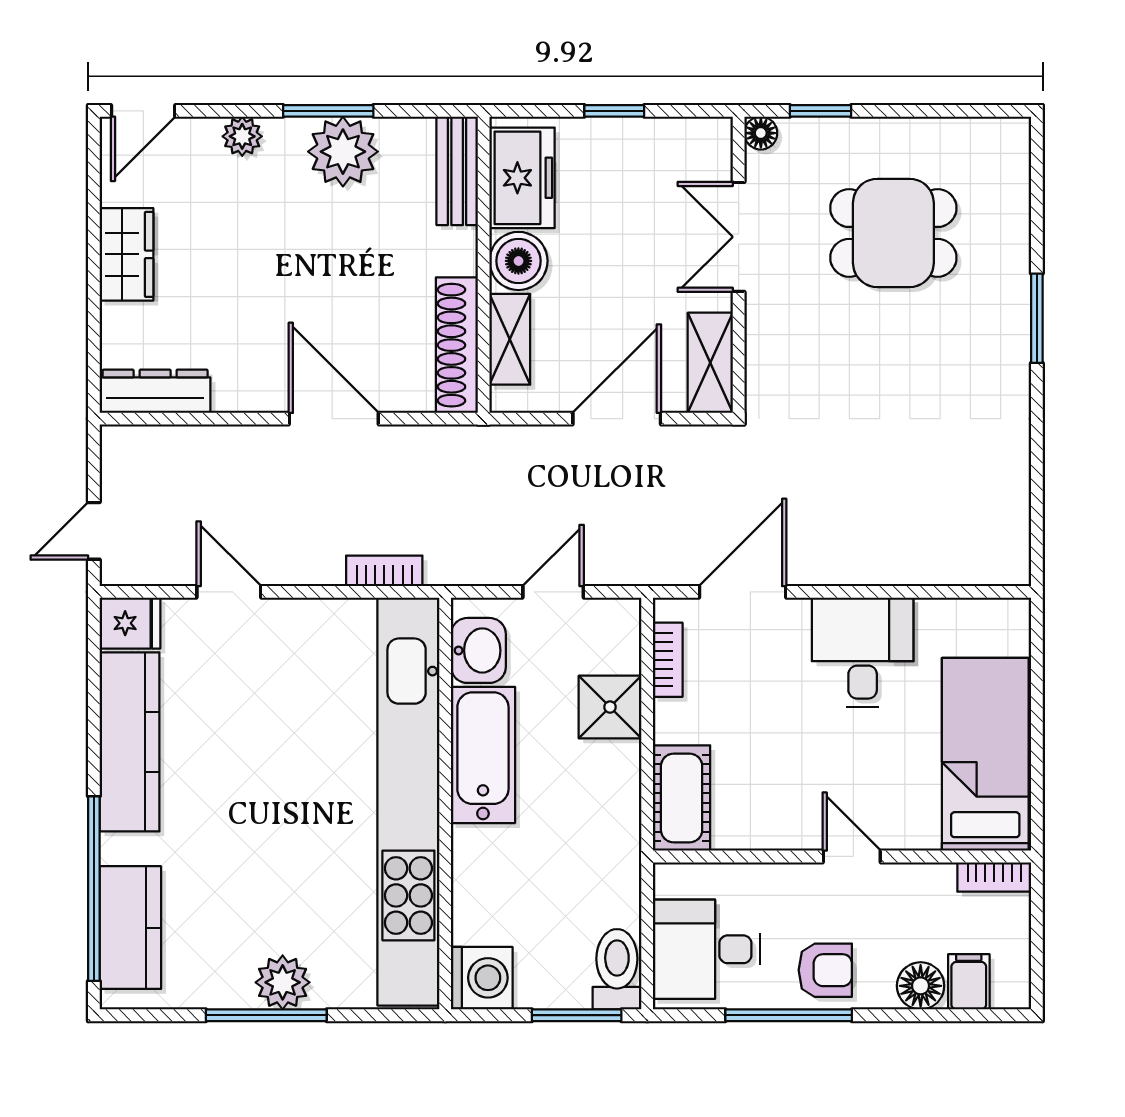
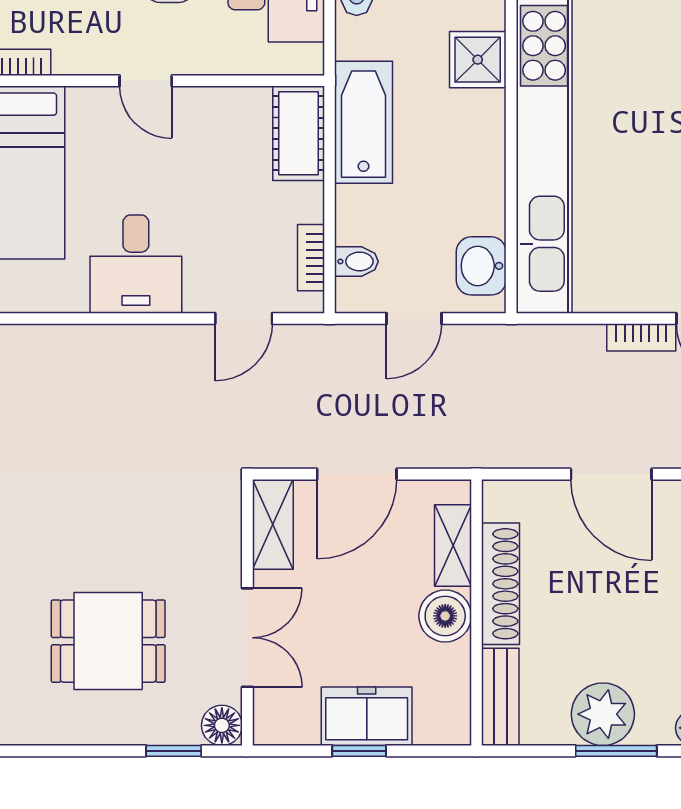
floor lamp: (761, 133) -> (222, 725), width x1.37, depth x1.37
freezer: (522, 178) -> (367, 716), moved, turned 90
shoe rack: (457, 345) -> (500, 584), moved
bookcase: (384, 571) -> (641, 337), moved
door: (743, 592) -> (244, 319), width x0.73
bidet: (617, 655) -> (356, 261), added
shower: (610, 707) -> (478, 60), moved
bathtub: (483, 755) -> (364, 122), moved, turned 180

